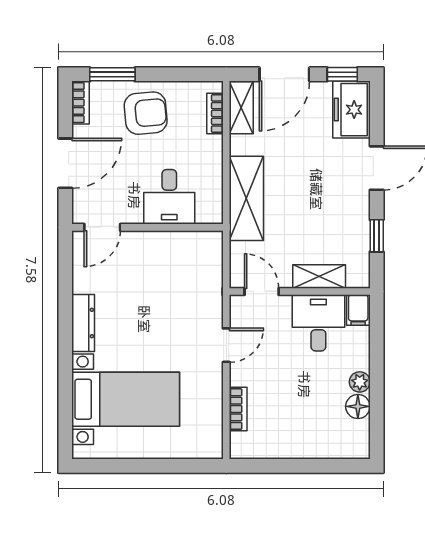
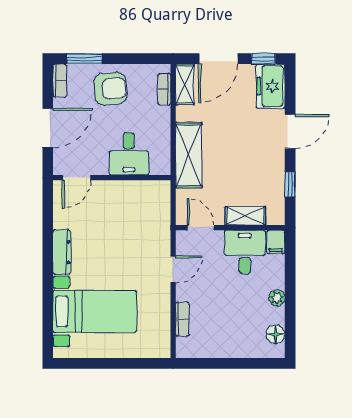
floor lamp: (358, 406) -> (275, 334), moved

